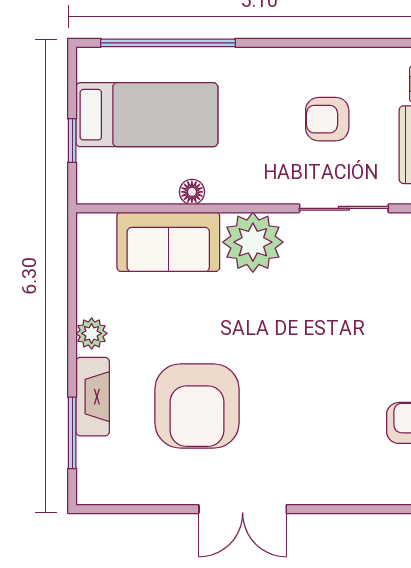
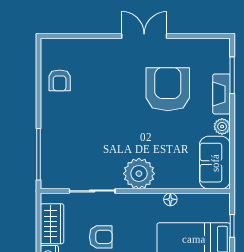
sofa: (168, 242) -> (215, 163), moved, turned -90

